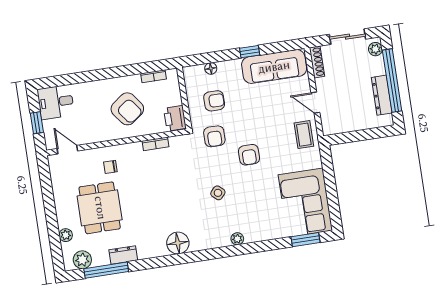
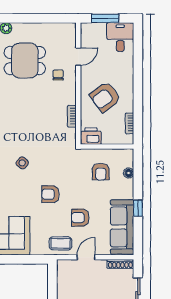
window: (37, 123) -> (105, 18), width x1.50
armchair: (214, 136) -> (80, 218), moved
door: (67, 150) -> (78, 57), moved

